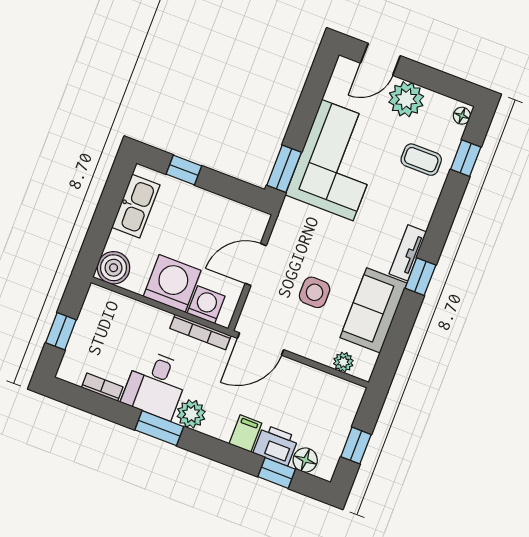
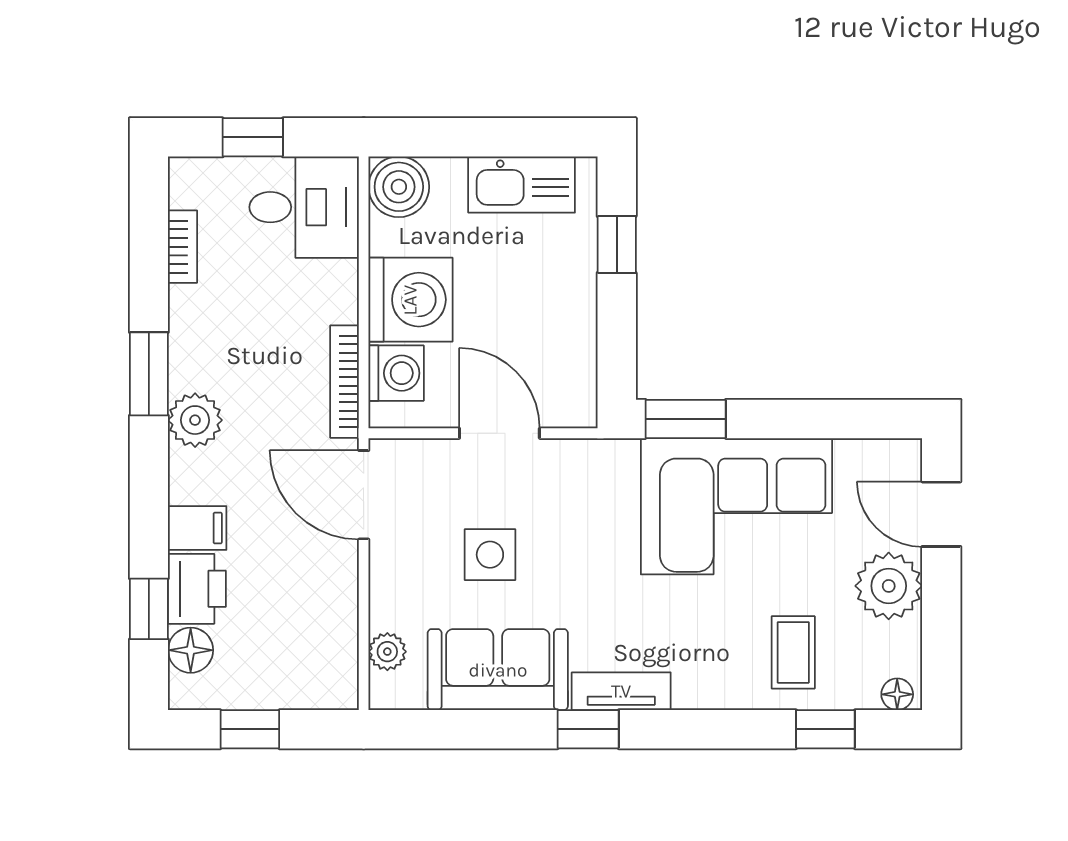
desk: (156, 385) -> (304, 207), moved, turned 180

